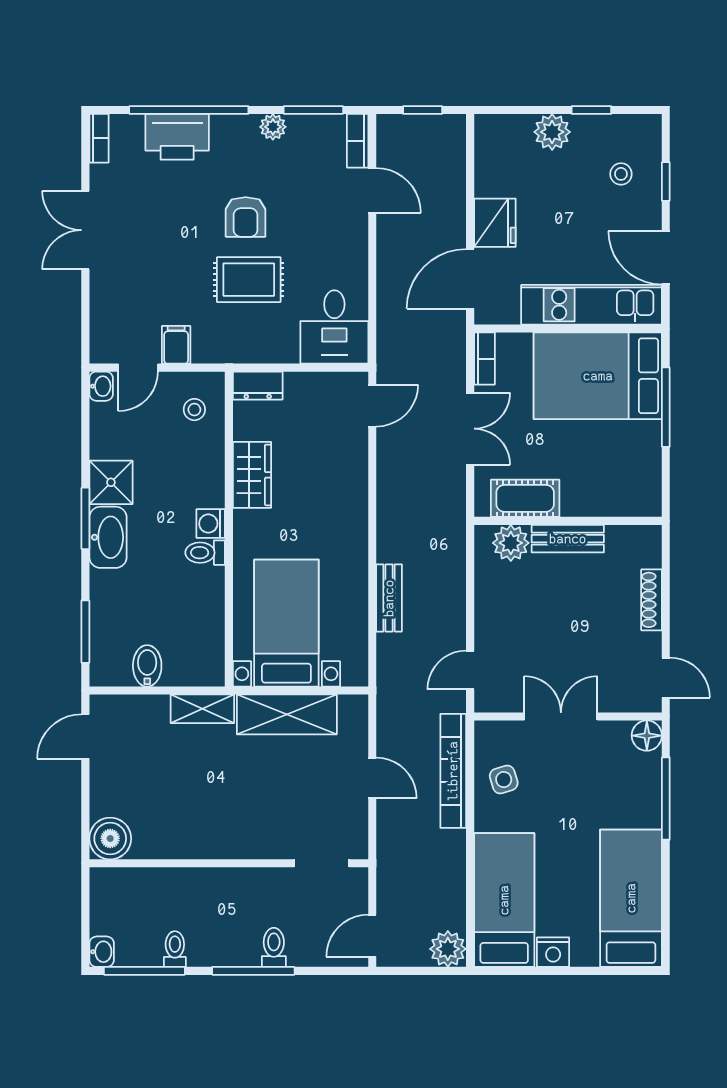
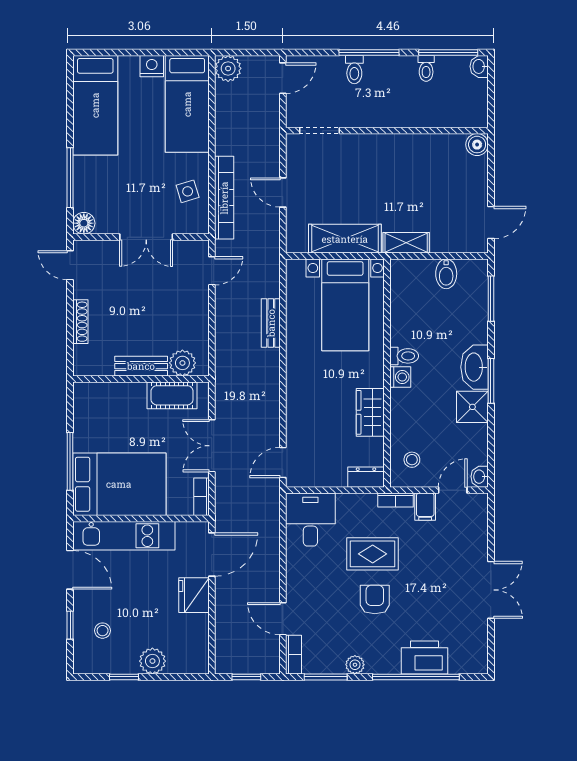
bookcase: (99, 138) -> (395, 500), moved, turned -90
boiler: (110, 838) -> (477, 145), width x0.73, depth x0.73

